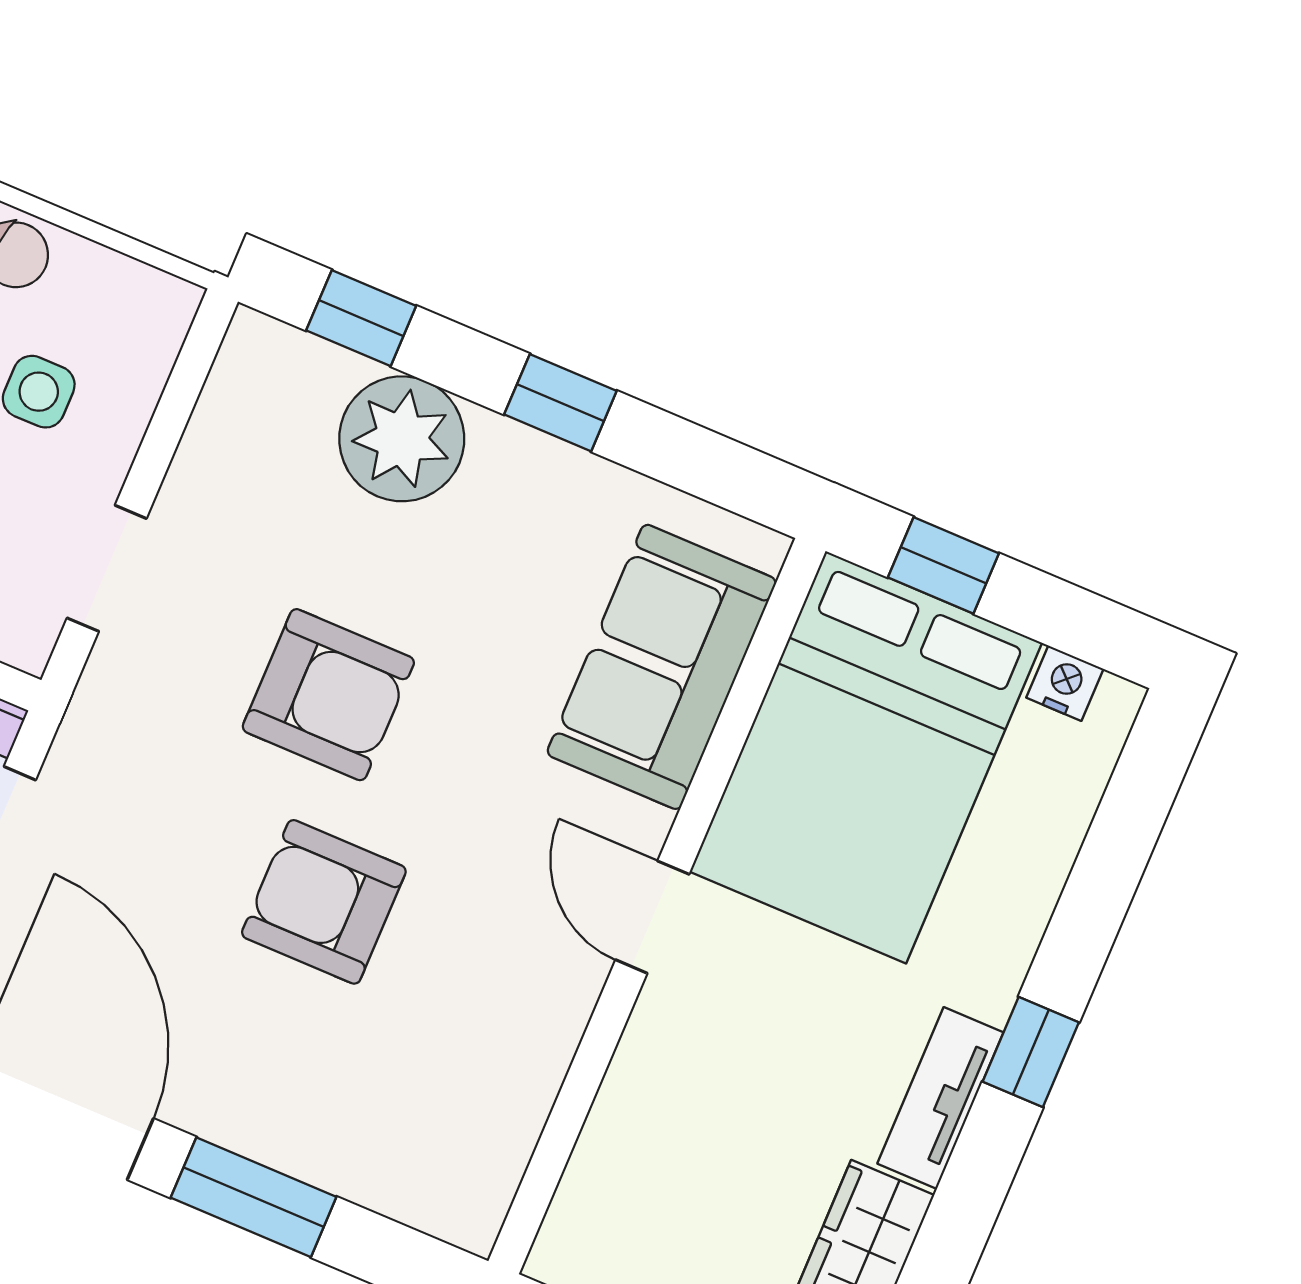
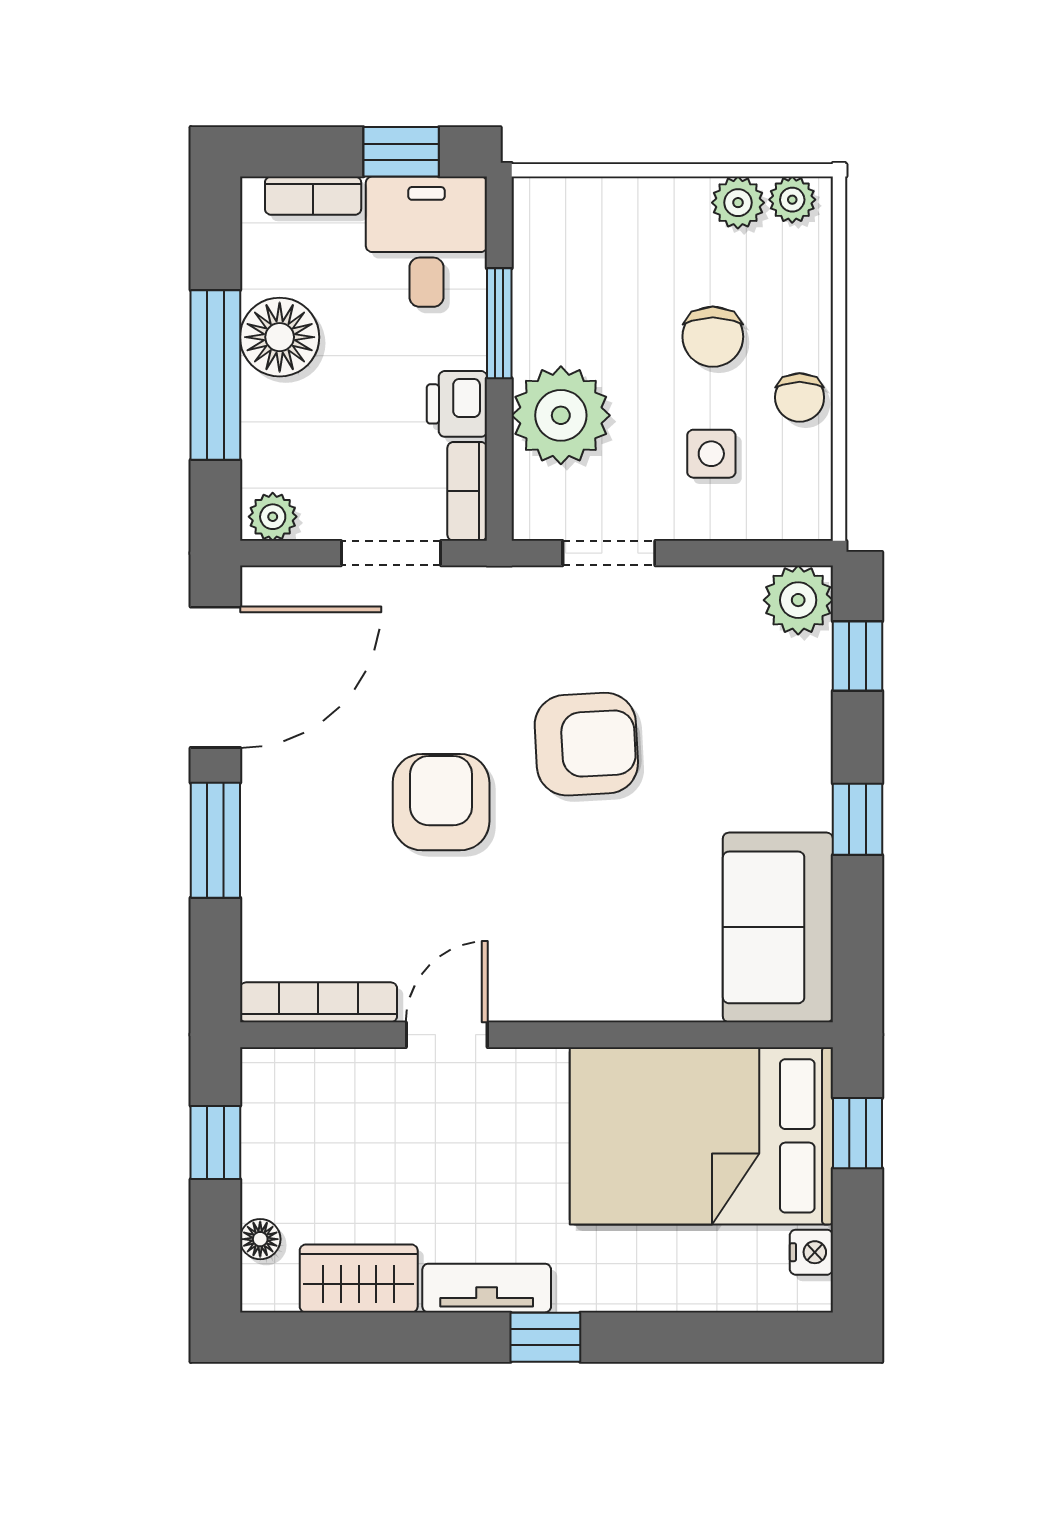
plant: (402, 439) -> (798, 600), moved, width x0.73, depth x0.73
sofa: (662, 667) -> (778, 927), moved, turned -90
armchair: (328, 695) -> (586, 744), turned -93
door: (652, 917) -> (447, 1035), moved
bookcase: (505, 1155) -> (318, 1002), added

